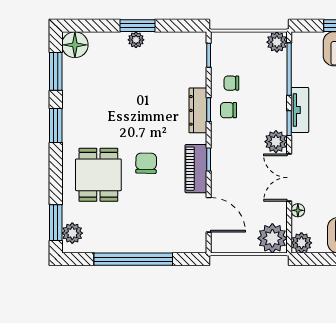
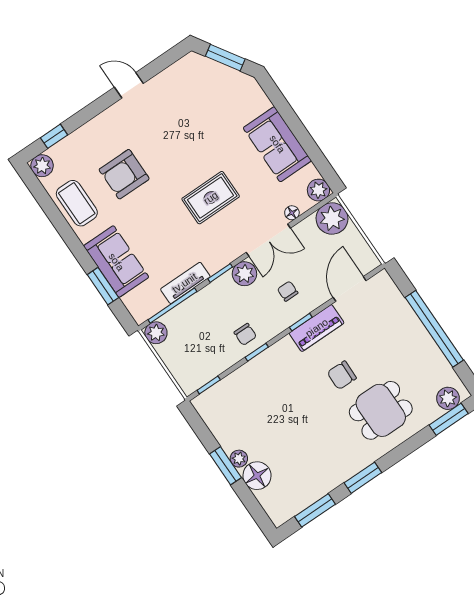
floor lamp: (75, 45) -> (257, 476), moved
chair: (231, 83) -> (288, 291), moved, turned 180
dresser: (198, 110) -> (264, 361), removed
tv unit: (300, 110) -> (185, 283), moved

